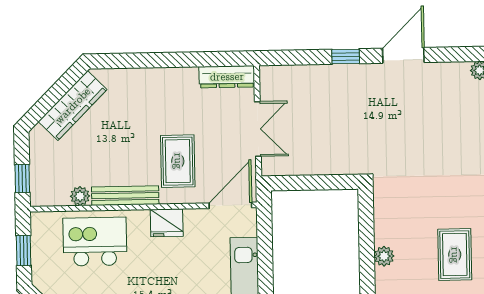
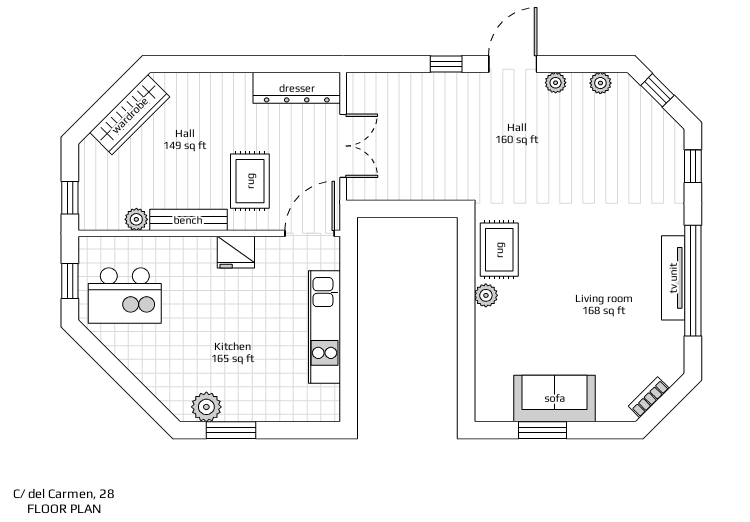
plant: (441, 71) -> (556, 83), added
dresser: (227, 77) -> (297, 88), width x1.37, depth x1.24
kitchen island: (95, 242) -> (125, 296), moved, turned 180
rug: (455, 255) -> (499, 250), moved

